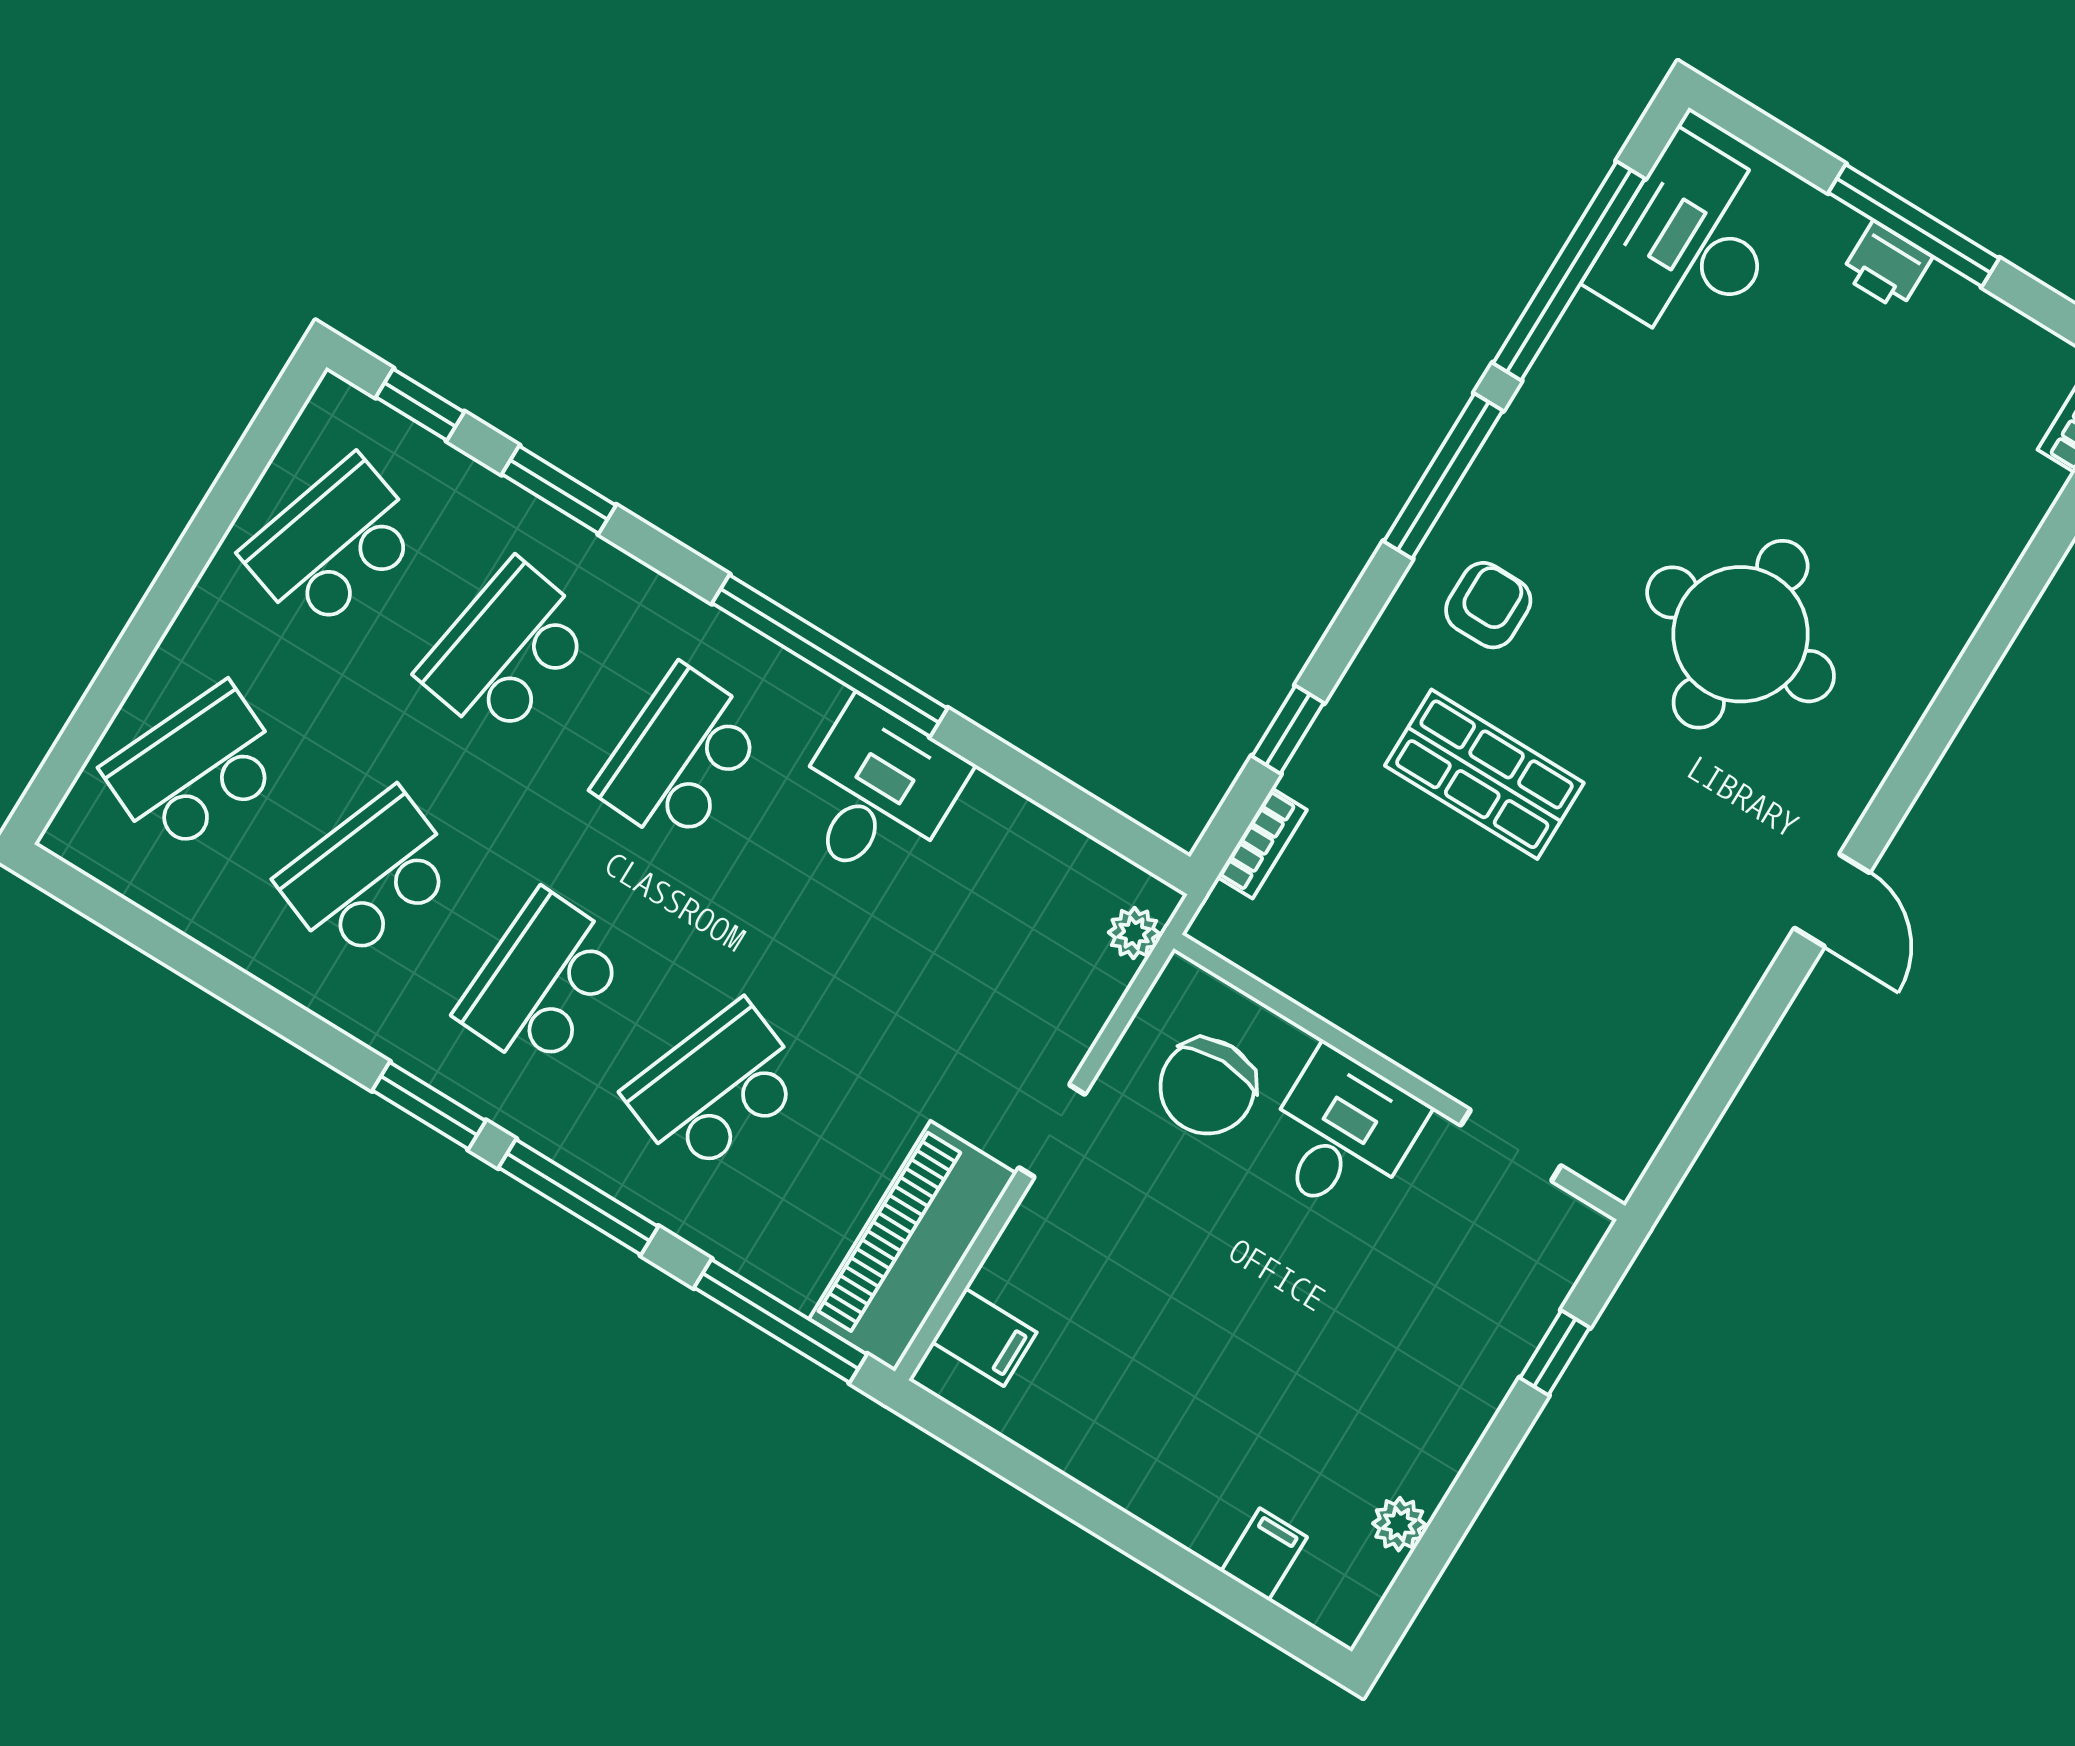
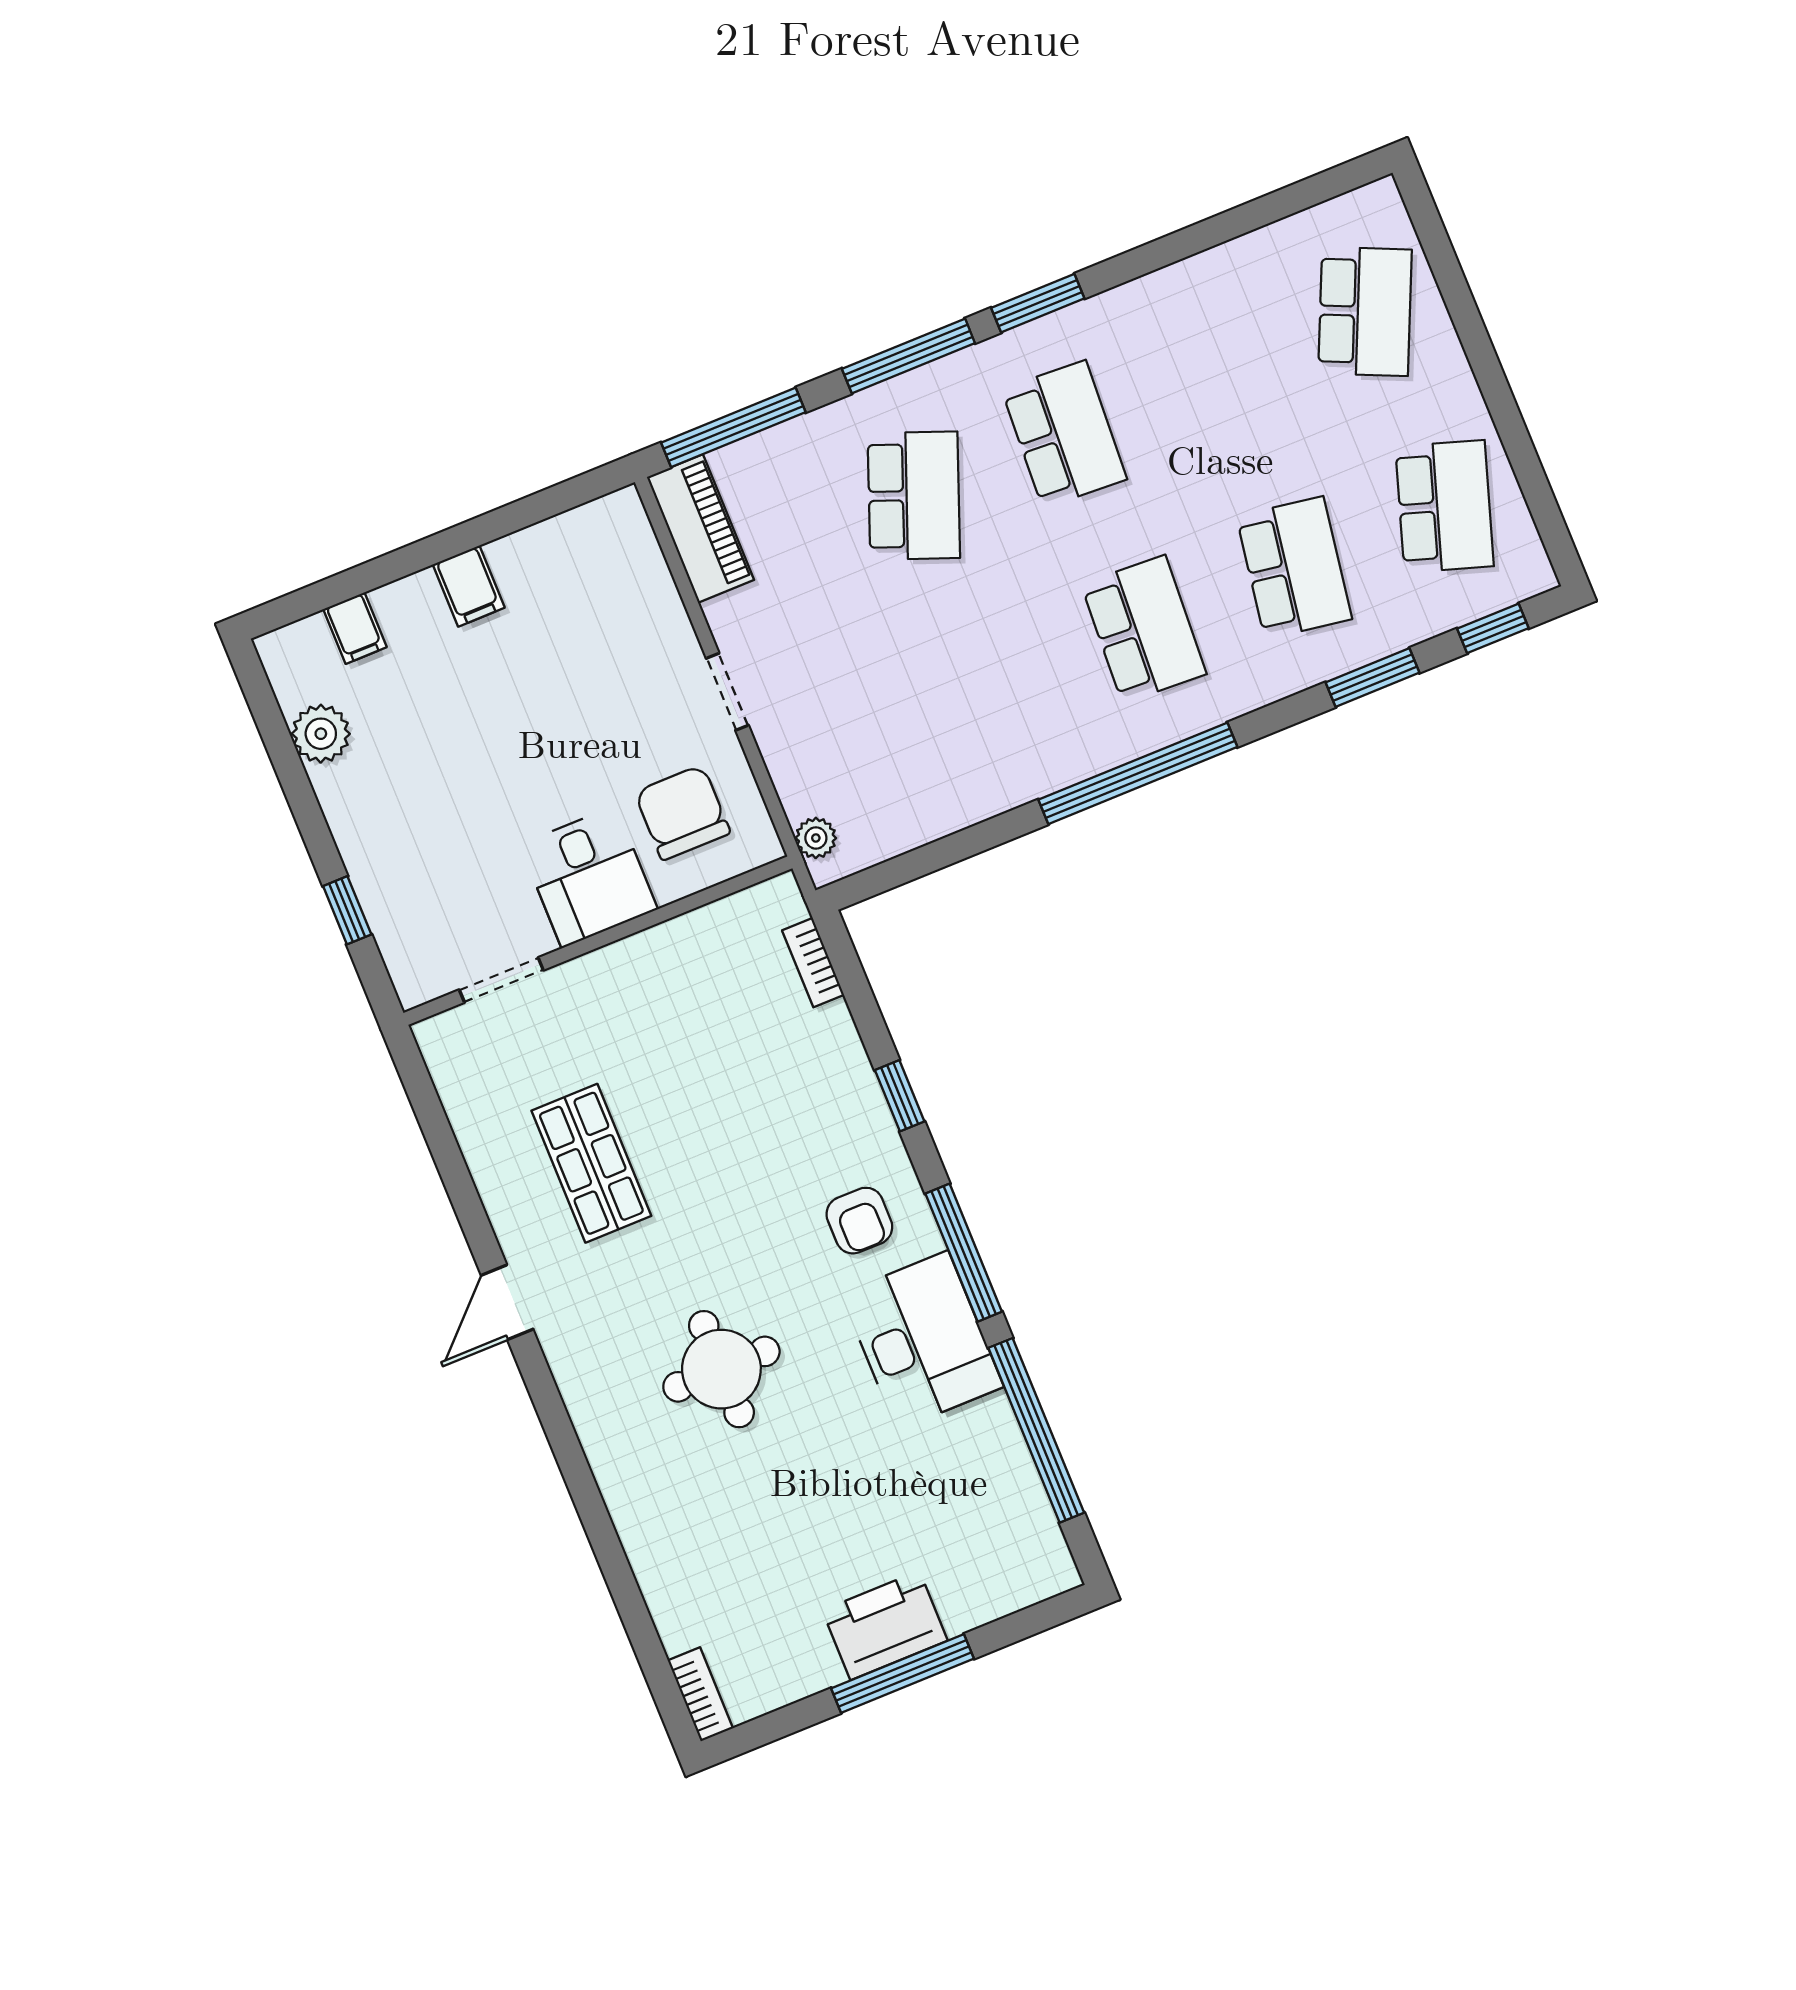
desk: (1691, 243) -> (922, 1340), moved
printer: (1886, 266) -> (885, 1626), width x1.87, depth x1.48
round table: (1741, 634) -> (721, 1369), width x0.73, depth x0.73
window: (1288, 730) -> (900, 1096), moved
shop shelf: (1484, 774) -> (591, 1163), moved, turned 90
desk: (876, 793) -> (1028, 738), removed
school desk: (368, 875) -> (1215, 373), removed
door: (1832, 900) -> (507, 1302), hinge flipped
piano: (913, 1246) -> (700, 529), width x0.73, depth x0.75
filing cabinet: (984, 1337) -> (469, 586), moved, turned -90
plant: (1399, 1524) -> (321, 734), width x1.38, depth x1.38

